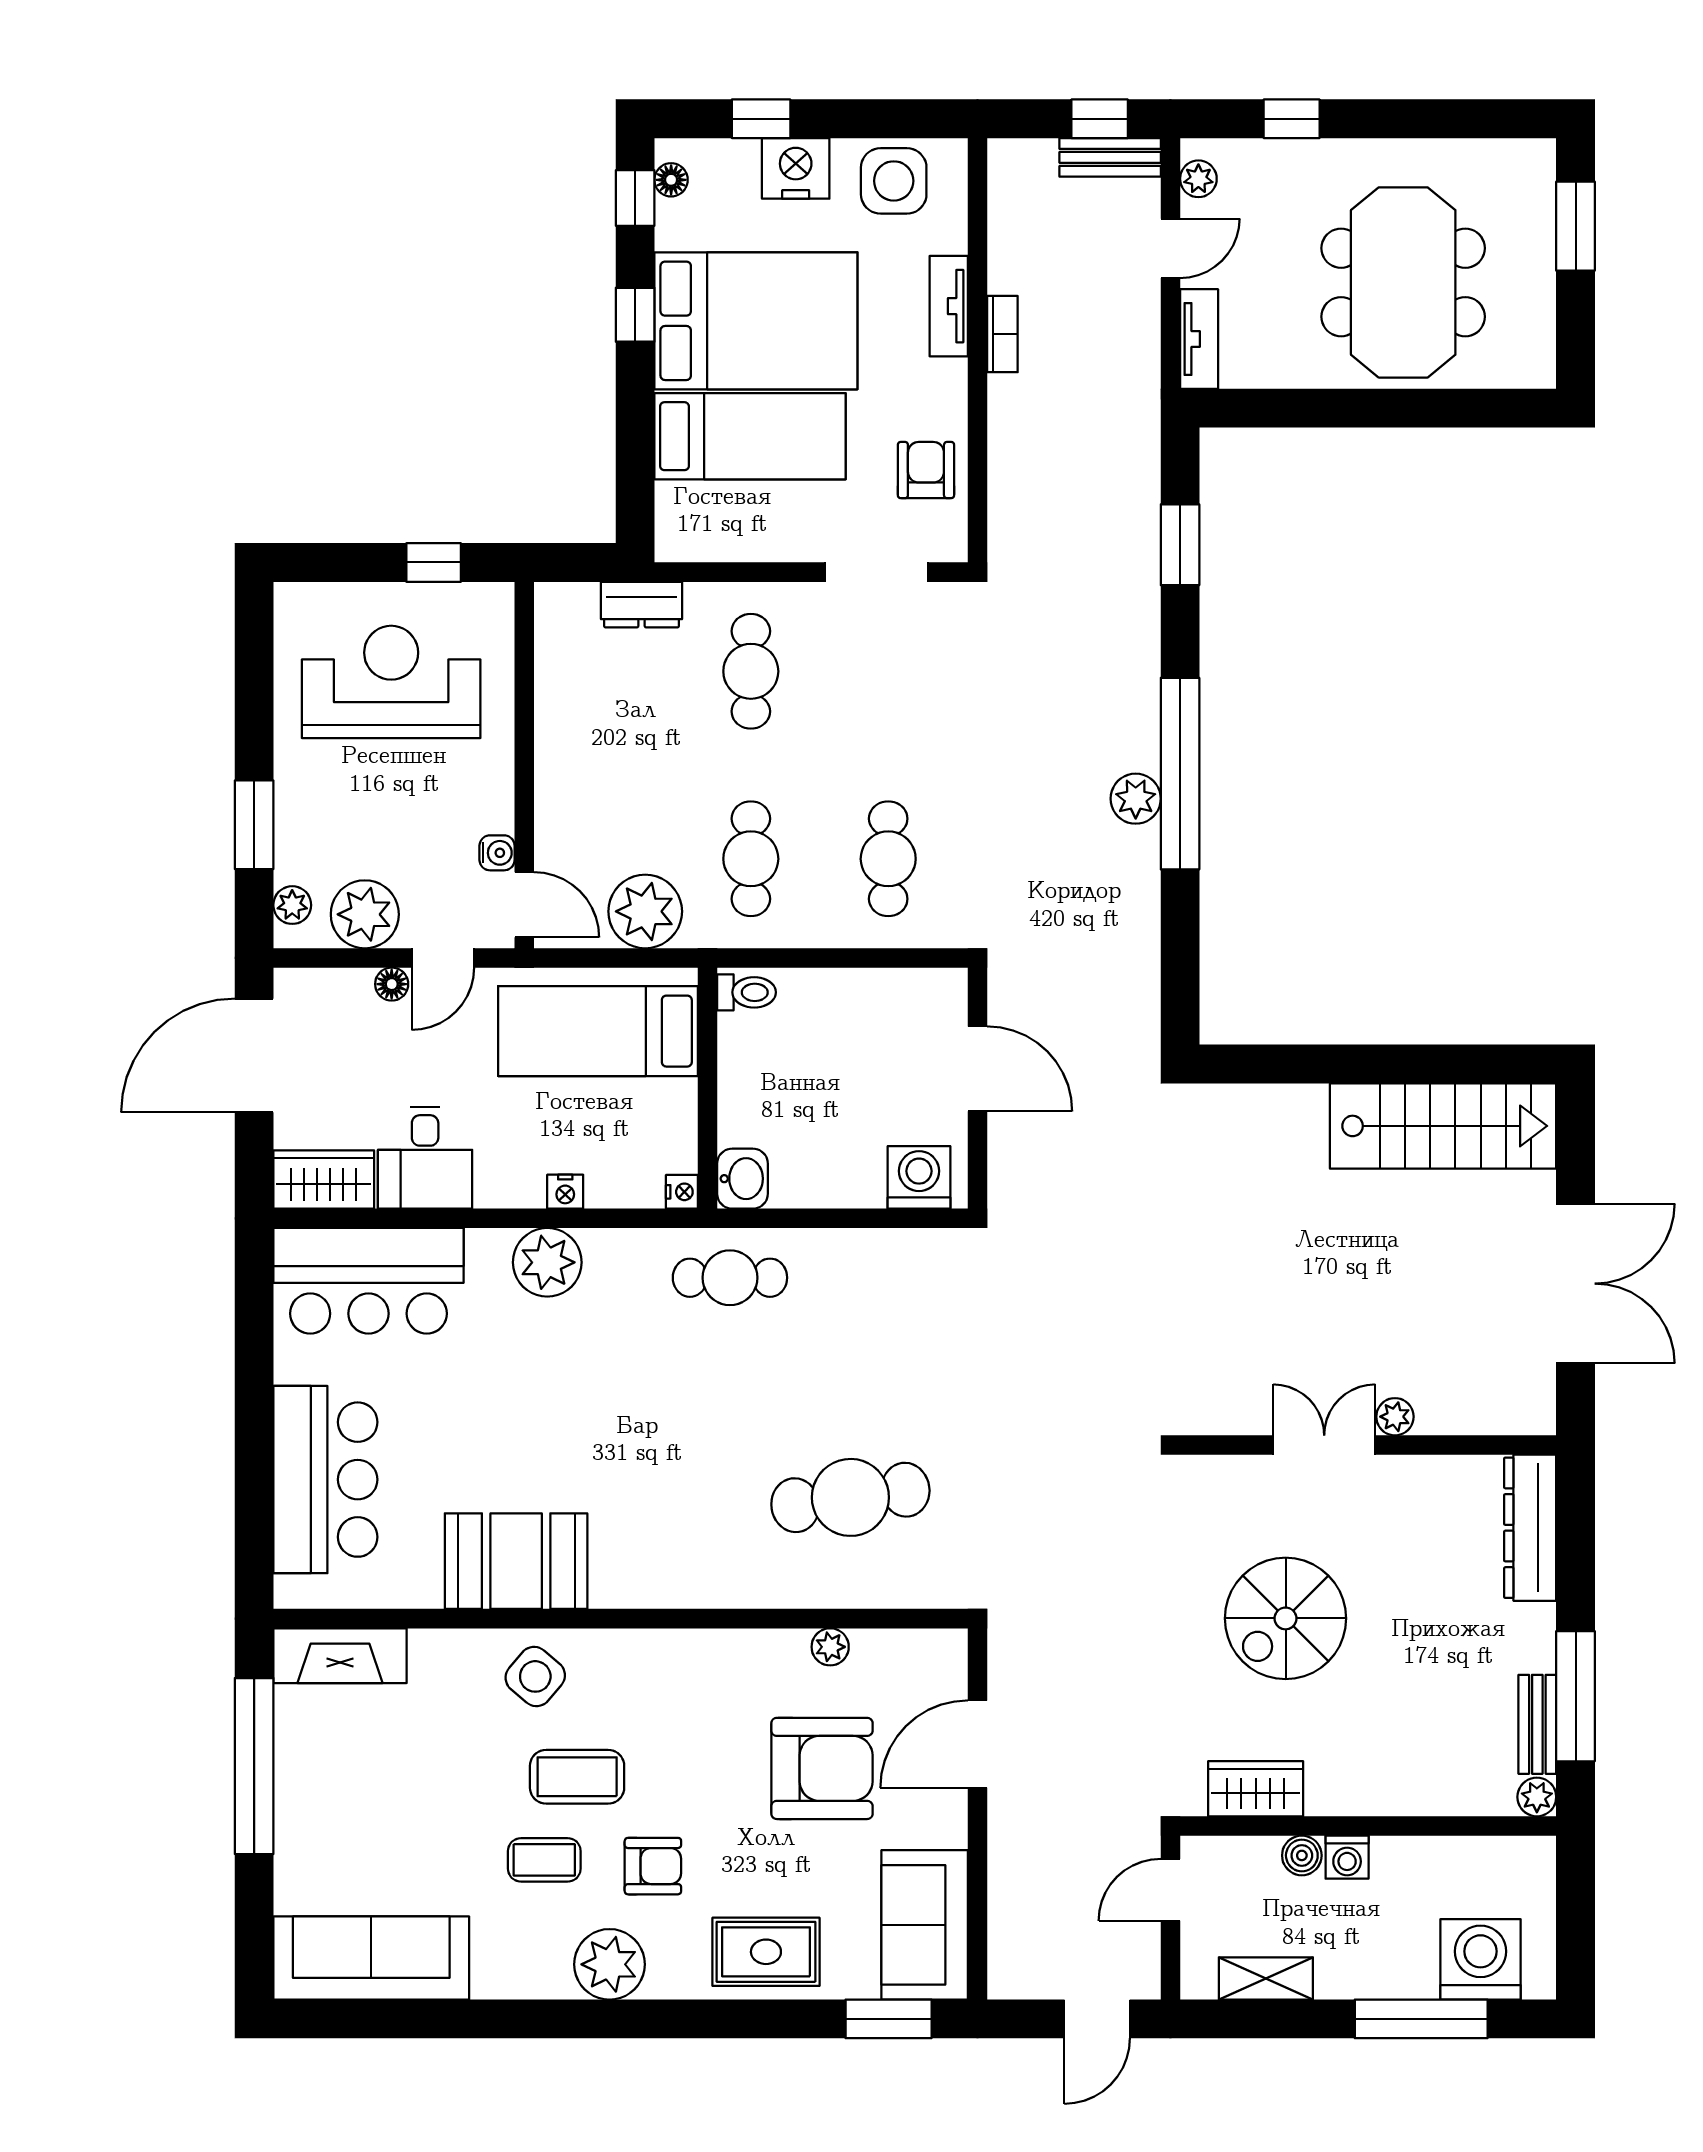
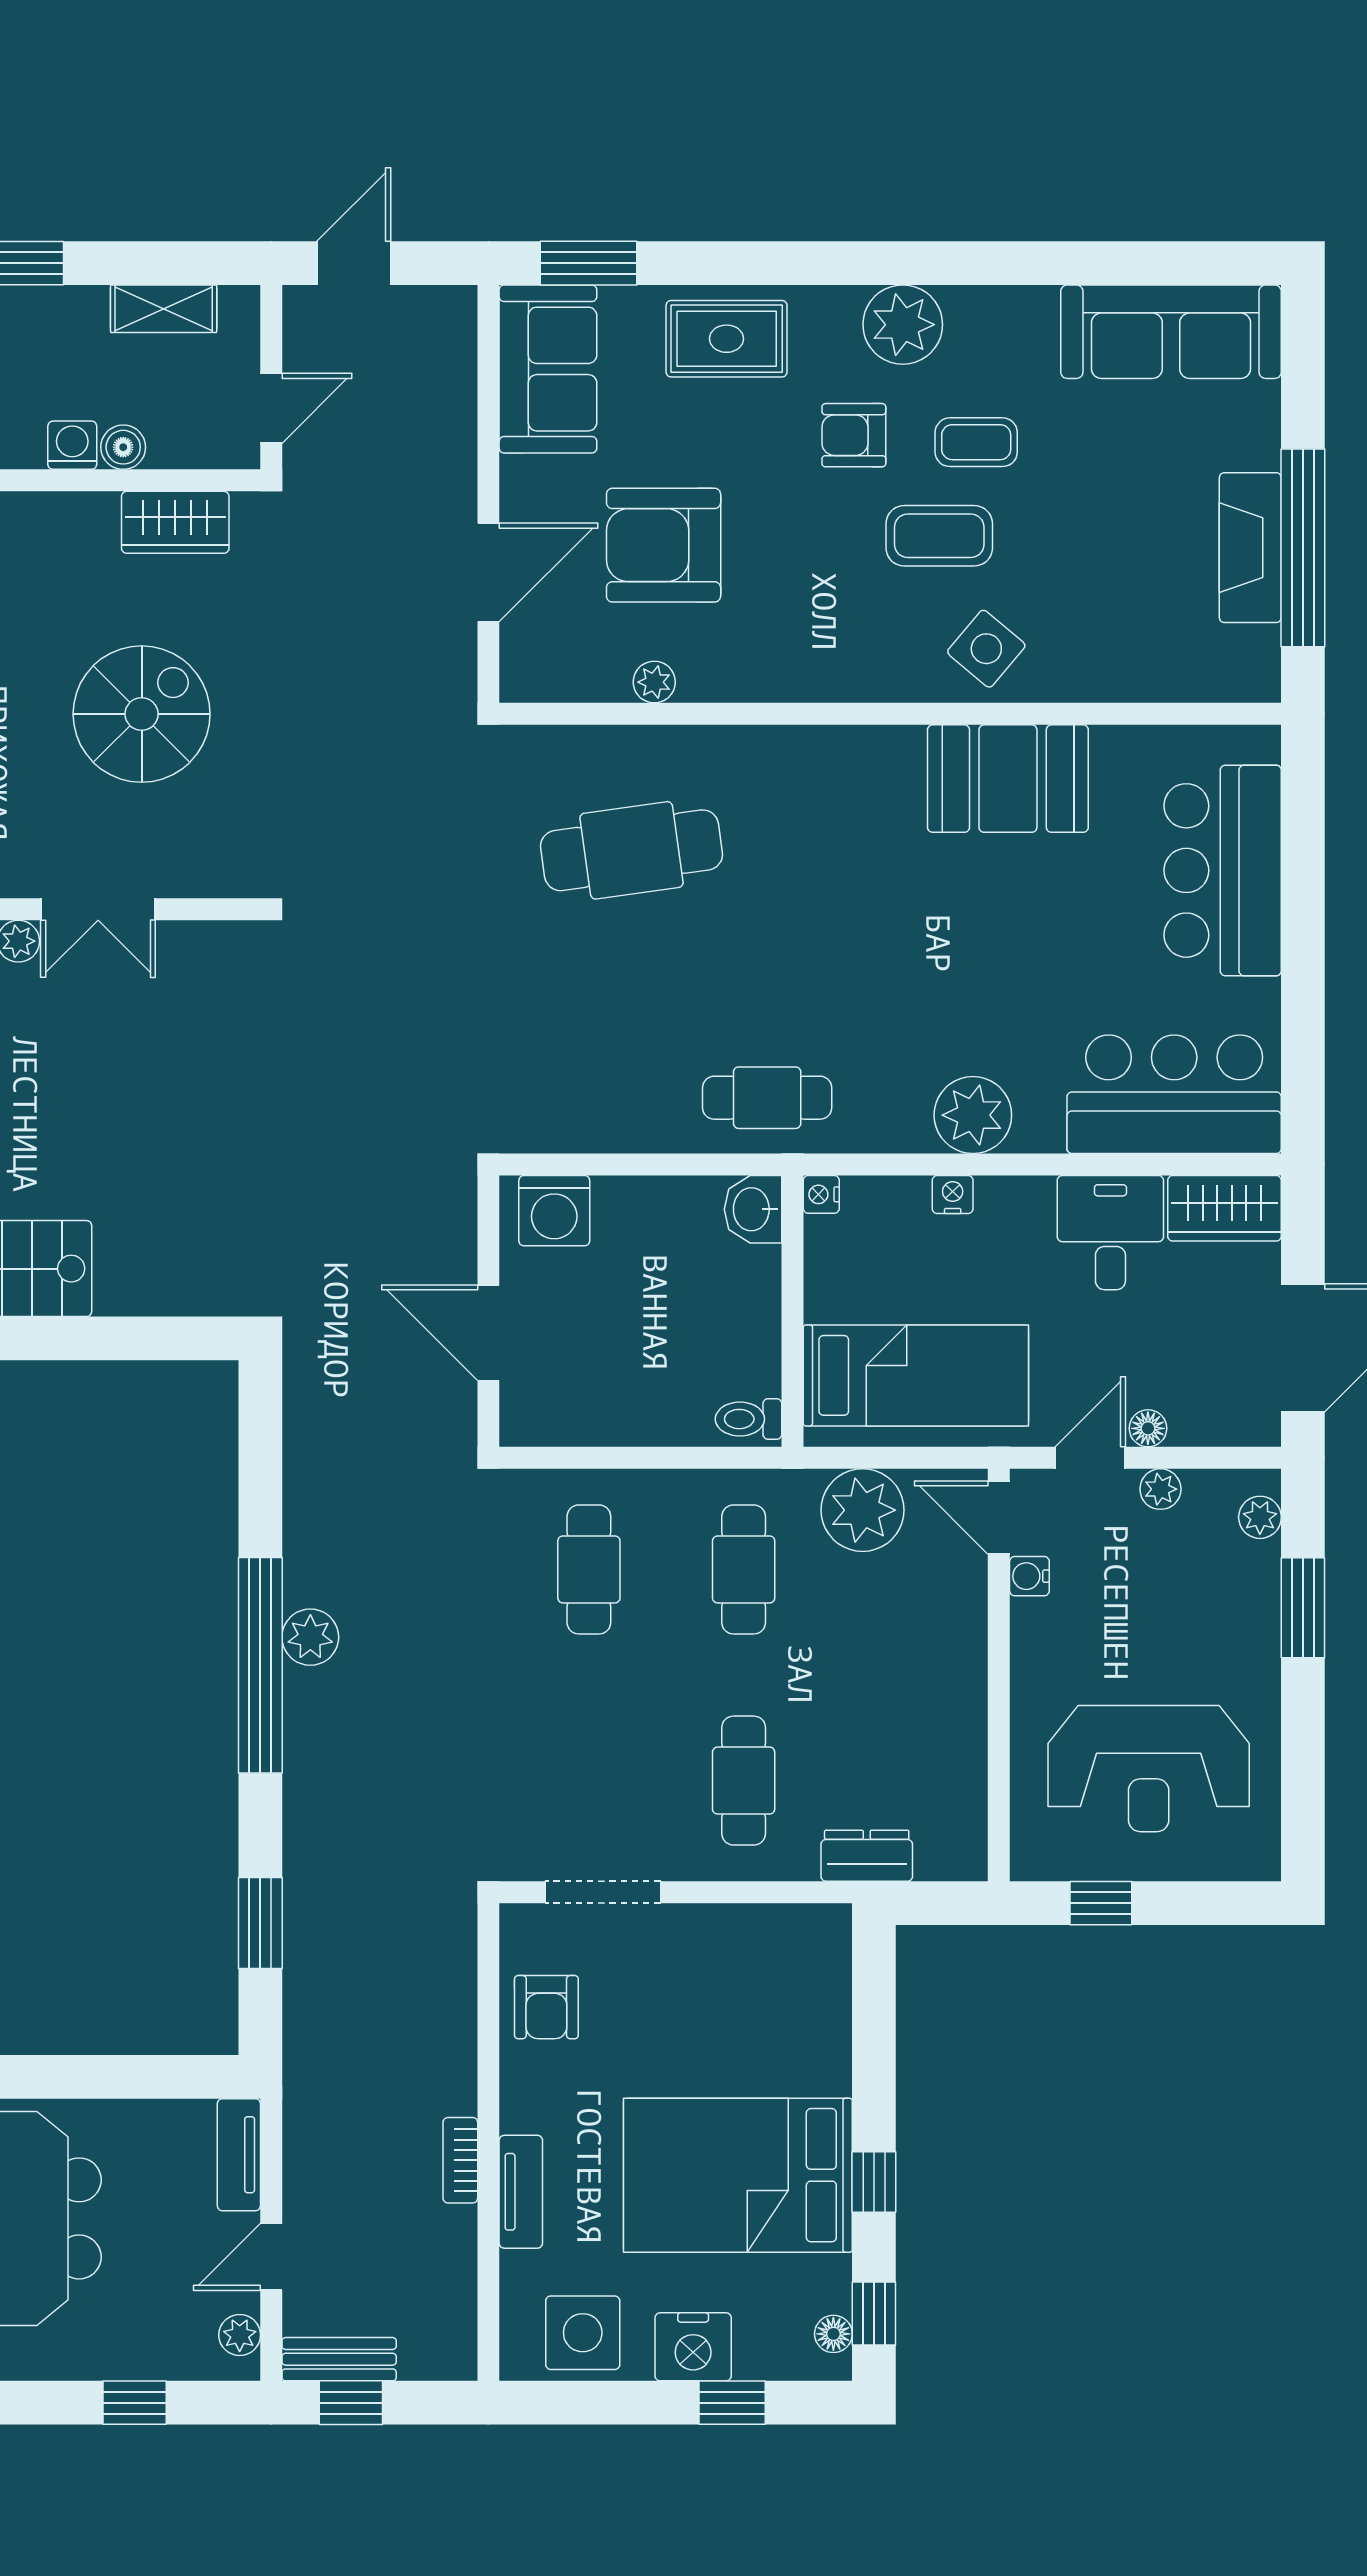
bed: (750, 436) -> (745, 2045), removed
plant: (365, 914) -> (1160, 1489), width x0.53, depth x0.53
fireplace: (340, 1656) -> (1250, 548), moved, turned -90

